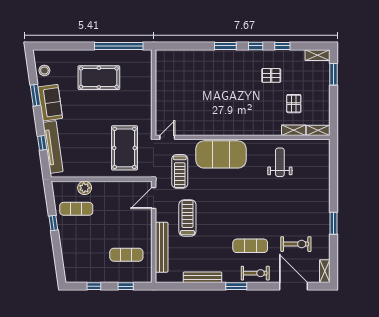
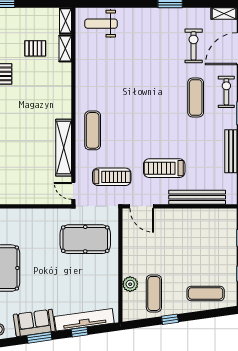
window: (35, 95) -> (39, 338), moved
shelving: (206, 129) -> (64, 148), added
exercise mat: (221, 154) -> (93, 130), width x0.50, depth x0.69
weight bench: (280, 162) -> (101, 24), moved
exercise mat: (126, 255) -> (206, 293), moved, turned 90

